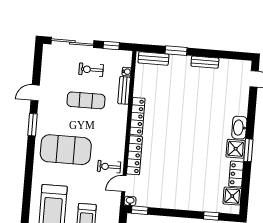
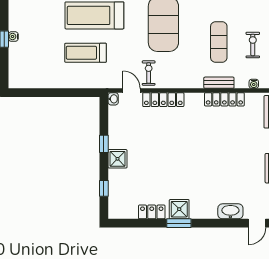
bench: (124, 90) -> (219, 83), moved
locker: (137, 116) -> (224, 99), moved
washbasin: (239, 128) -> (230, 211), moved
shower: (232, 196) -> (117, 159), moved
window: (140, 210) -> (104, 144), moved

